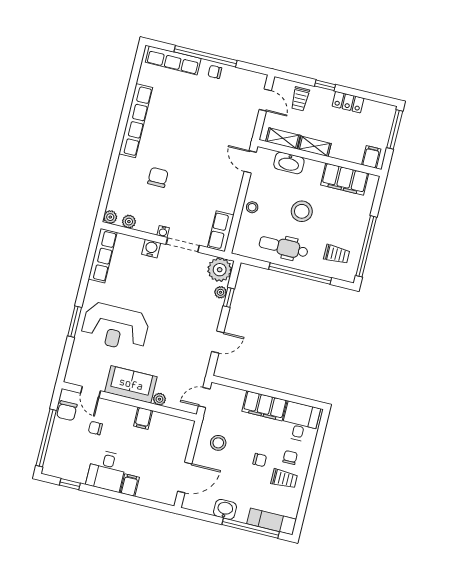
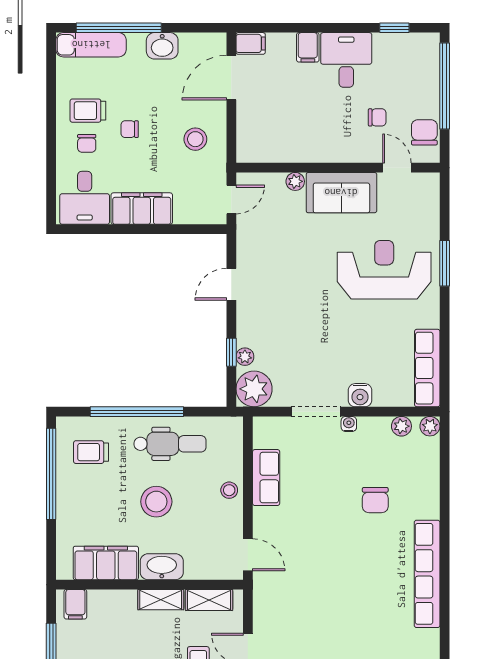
washbasin: (289, 163) -> (162, 567), moved
row of seats: (221, 231) -> (266, 478), moved
filing cabinet: (143, 418) -> (251, 43), moved, turned 90

